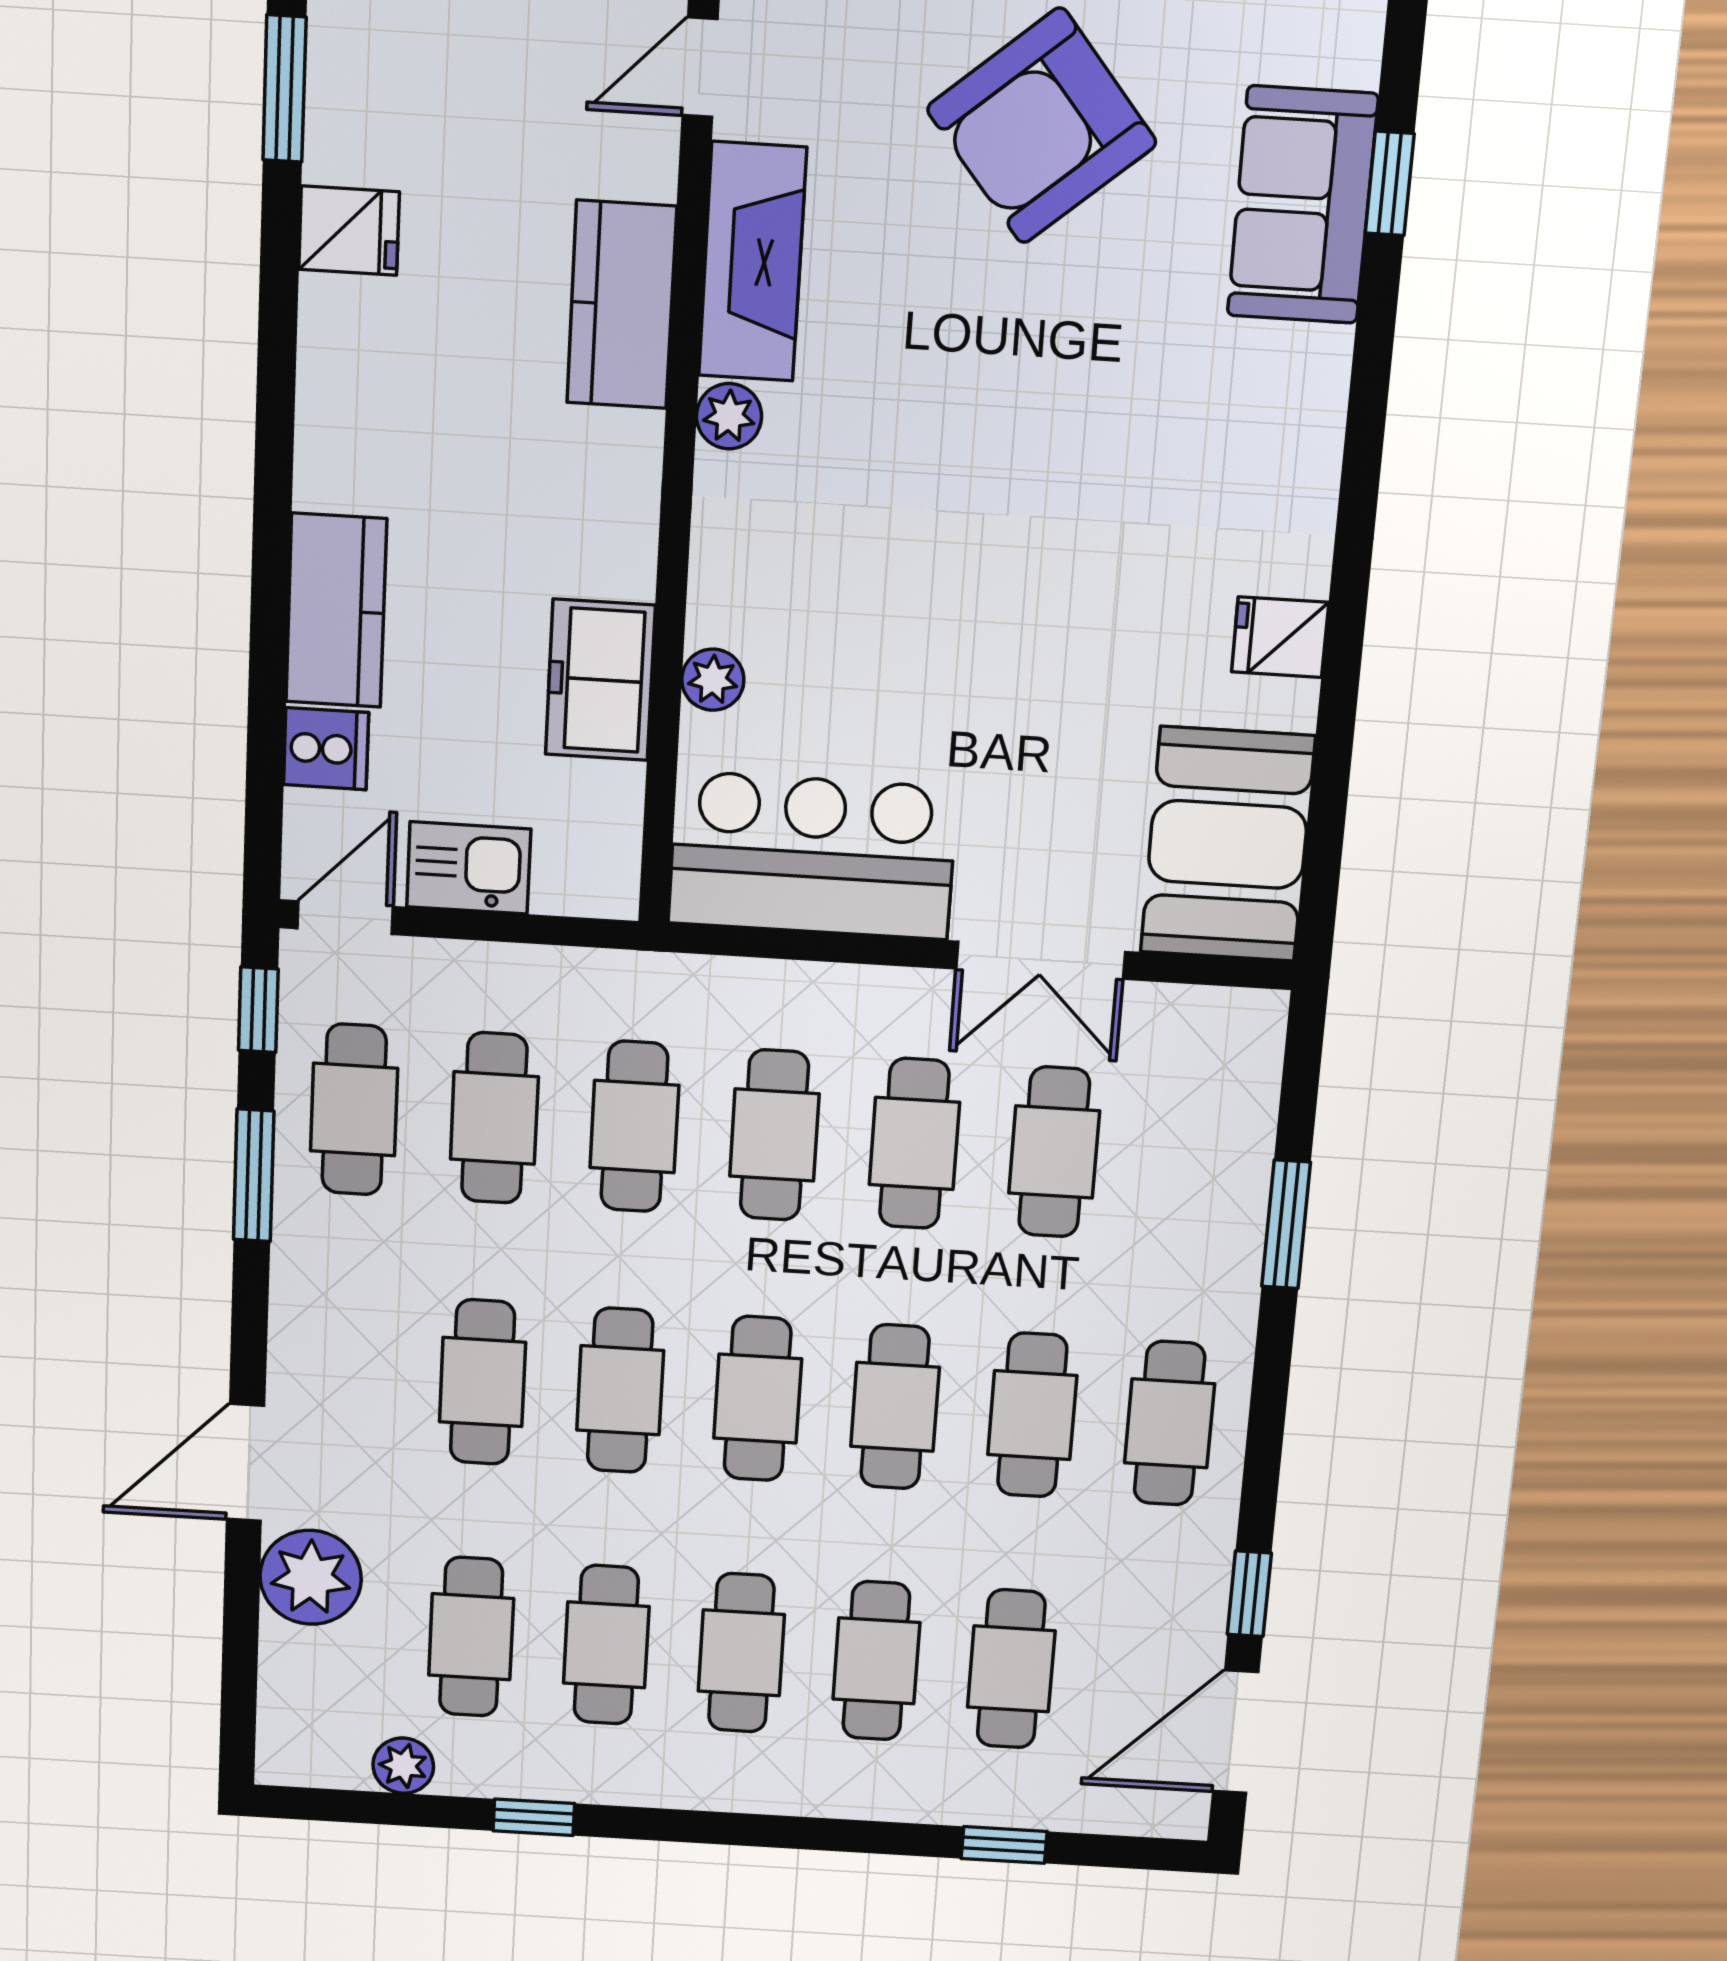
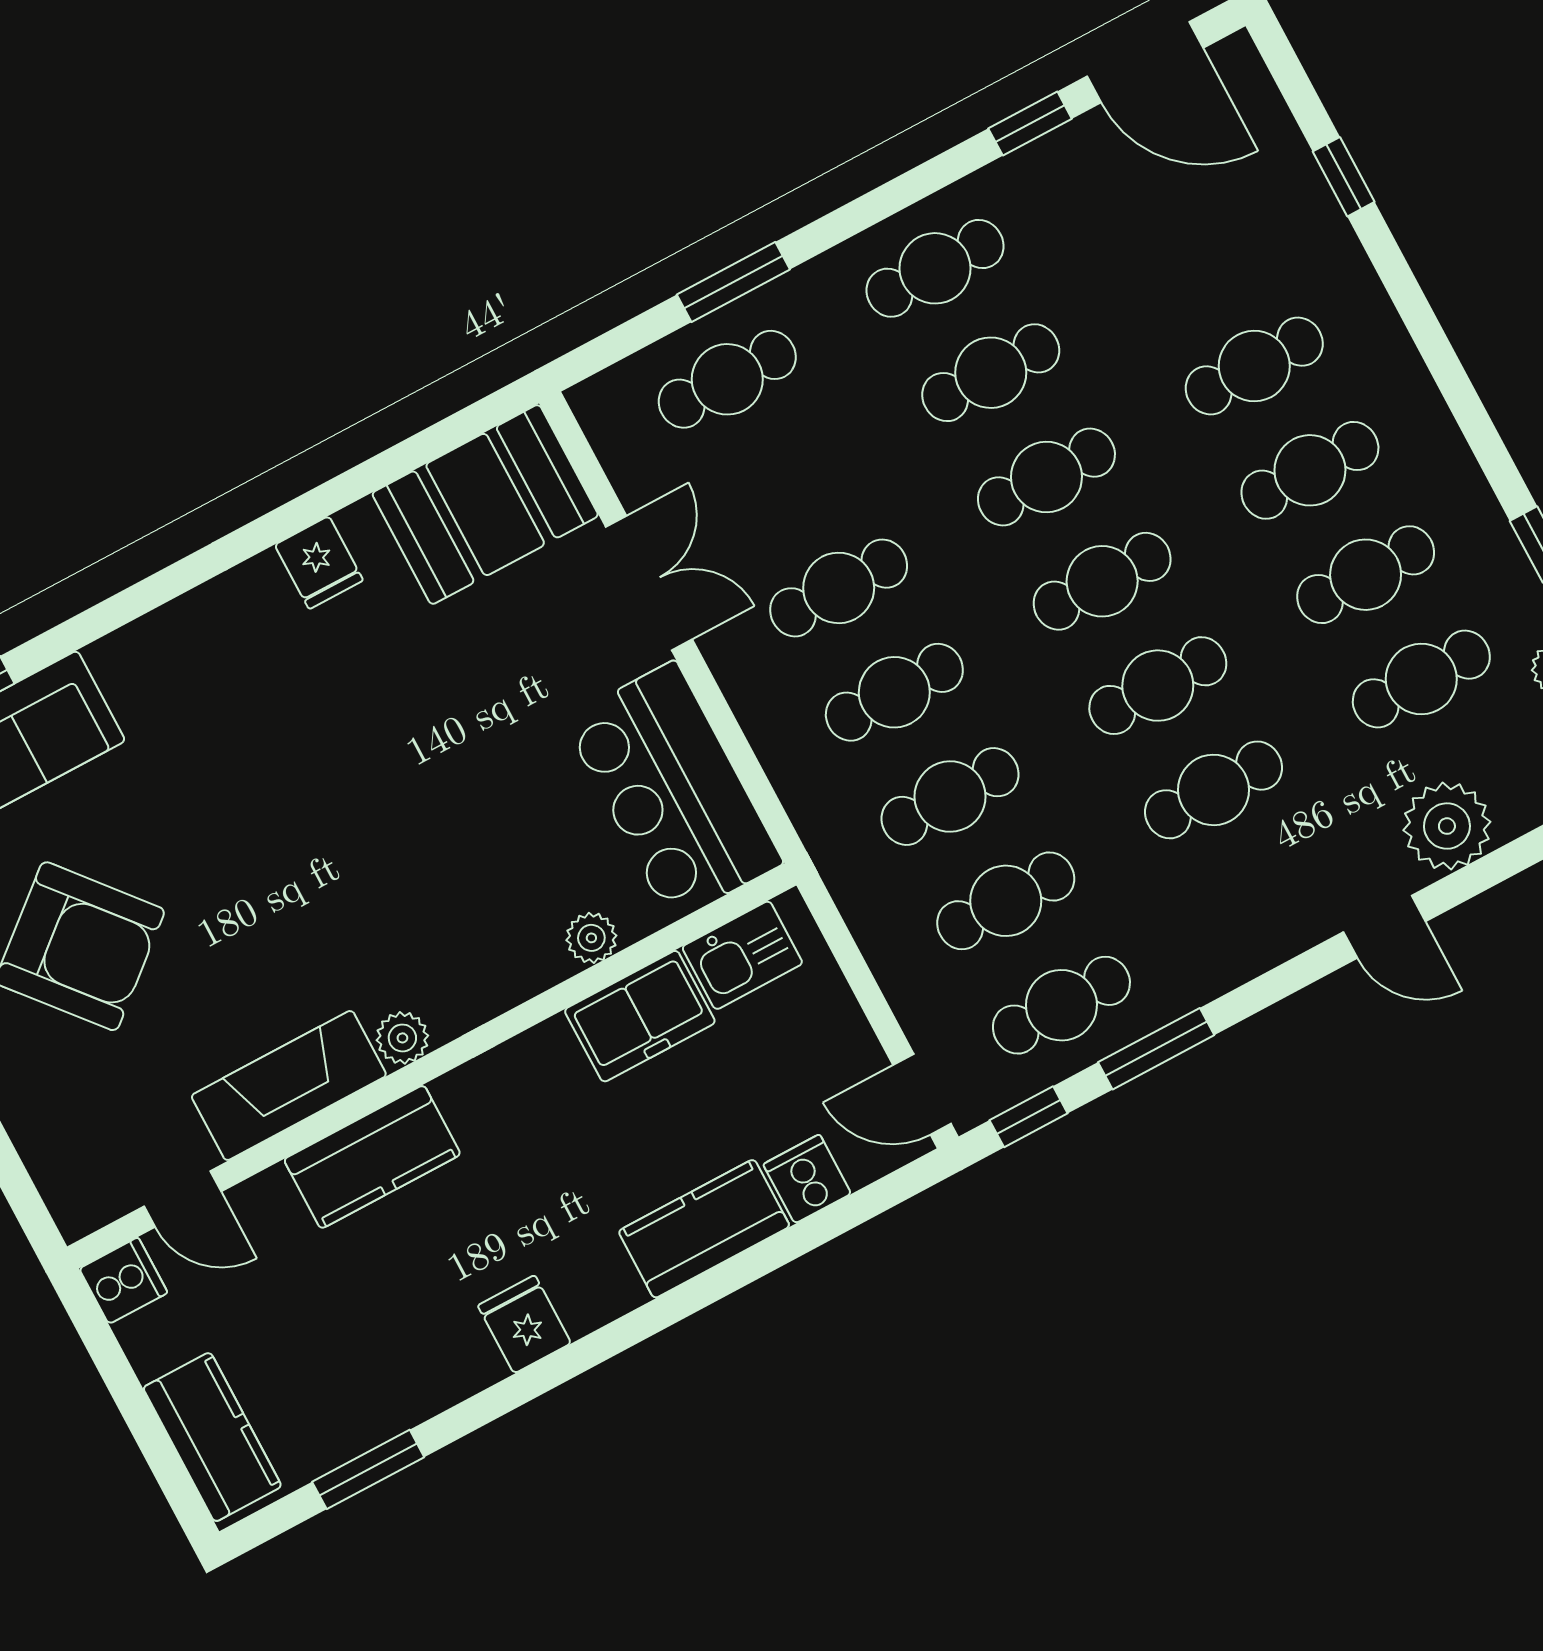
fridge: (349, 231) -> (524, 1324), moved
kitchen sink: (469, 868) -> (742, 955), moved, turned -90
cafe table: (1054, 1152) -> (727, 379), moved
door: (245, 1463) -> (1384, 927), width x0.73
cafe table: (1011, 1669) -> (1199, 262), removed

